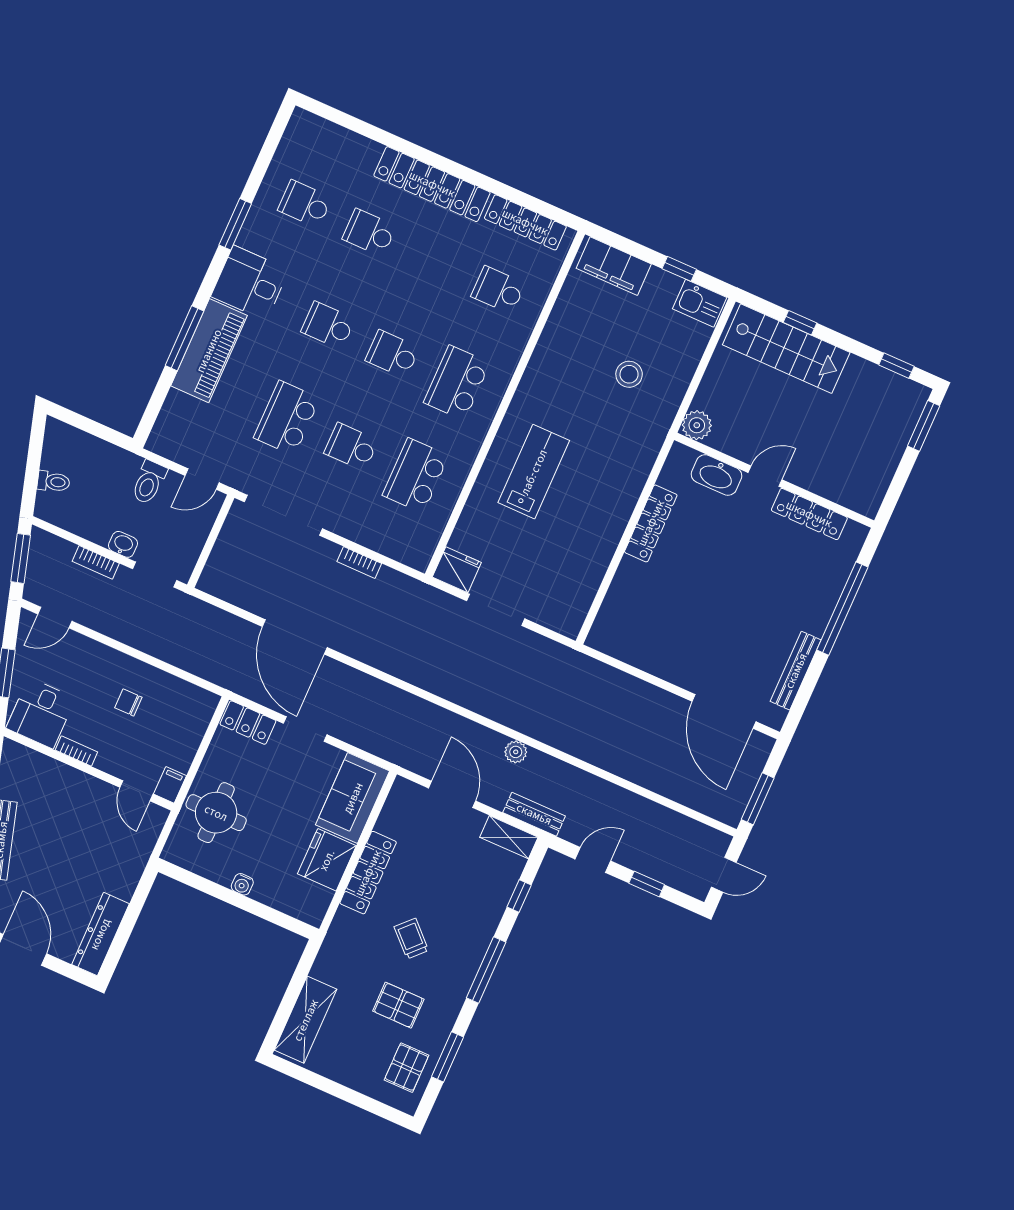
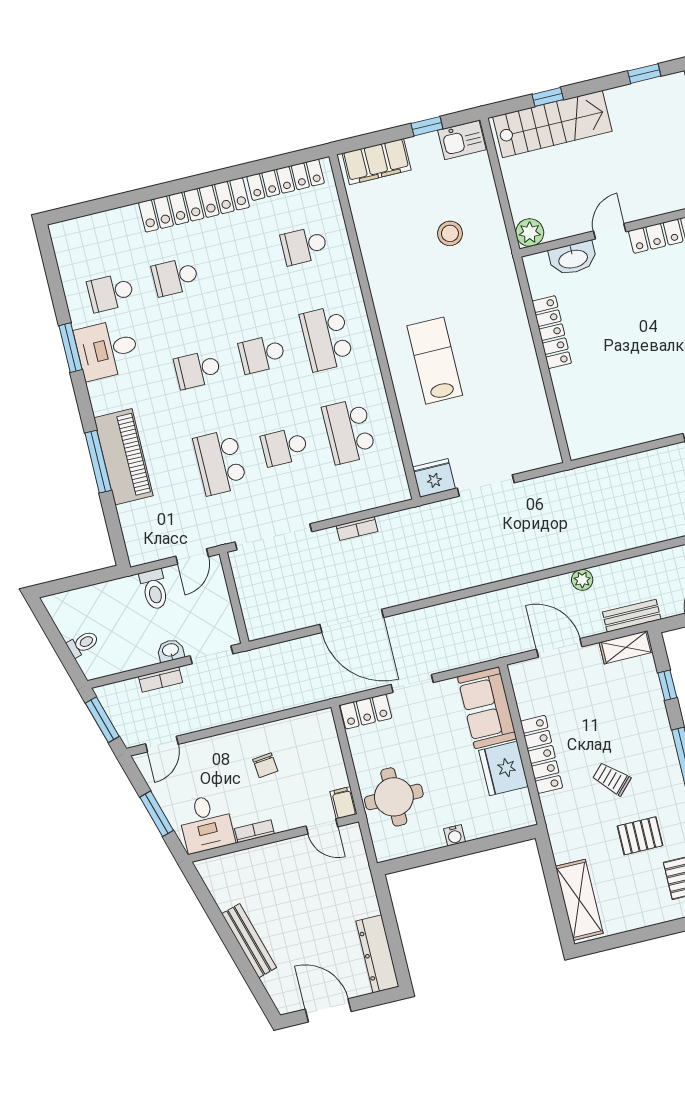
desk: (250, 283) -> (107, 350), moved
chair: (128, 702) -> (265, 765), turned -96

